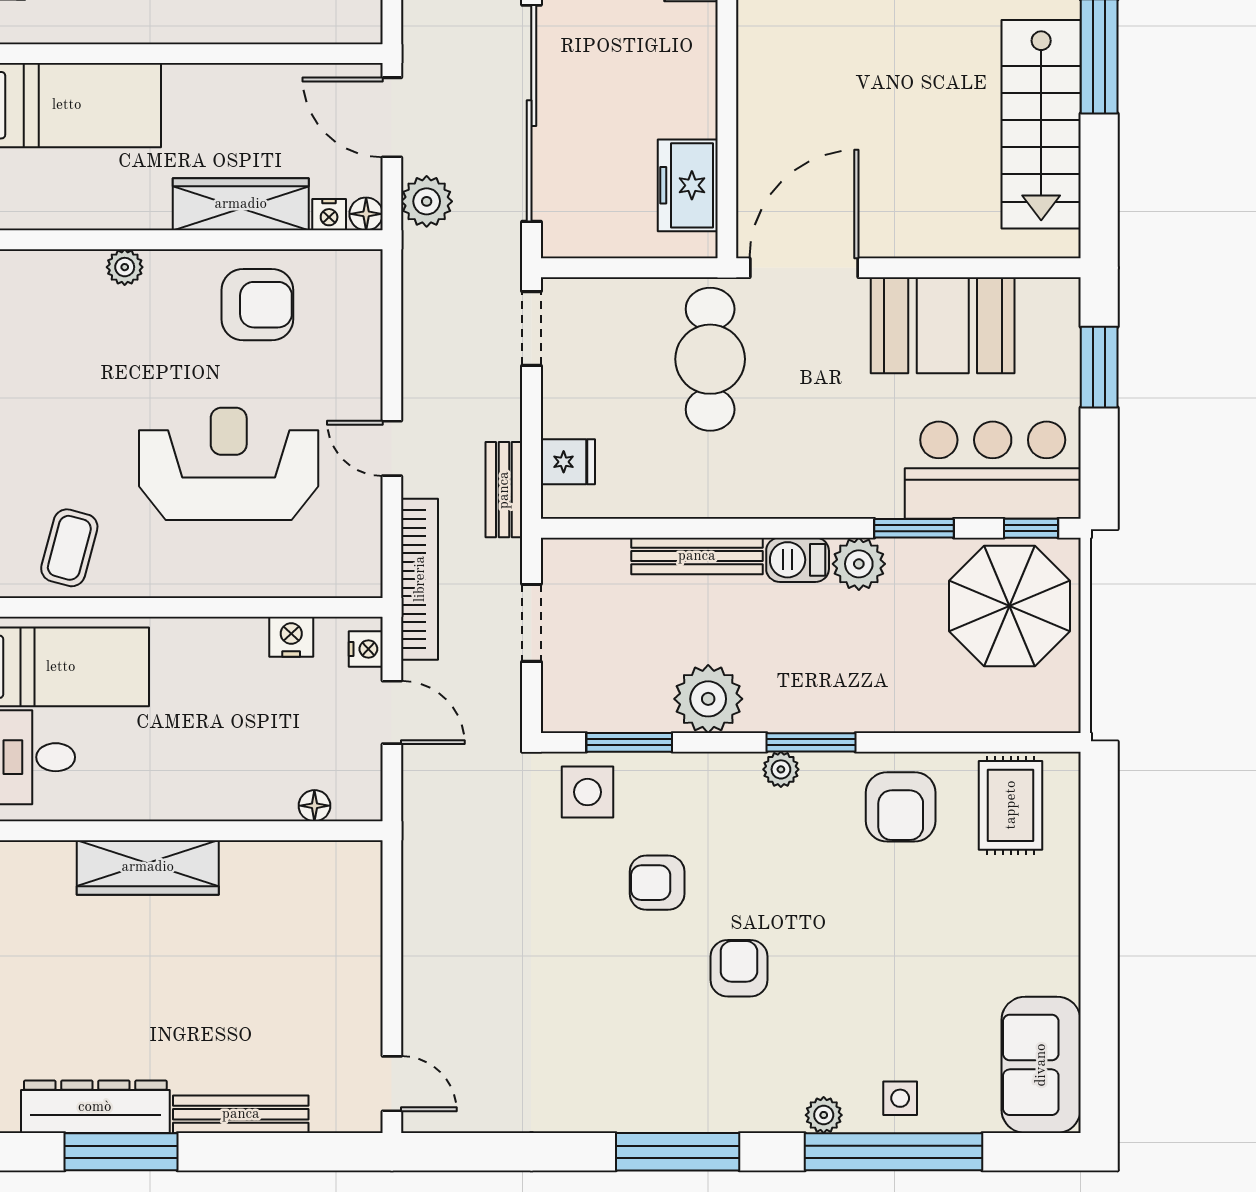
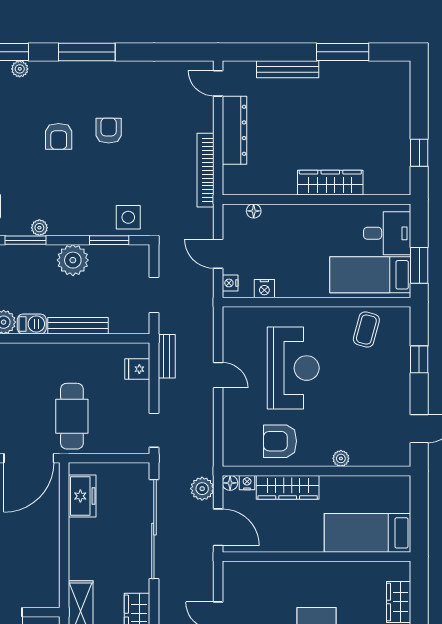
reception desk: (229, 464) -> (293, 368), turned -90
bookcase: (420, 579) -> (205, 170), moved
armchair: (657, 883) -> (109, 131), moved, turned -90
dresser: (95, 1107) -> (235, 130), moved, turned -90

